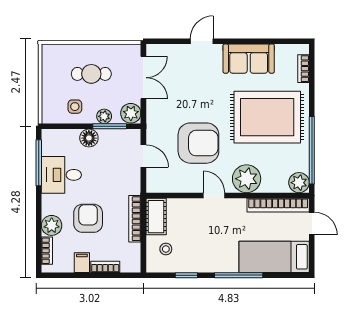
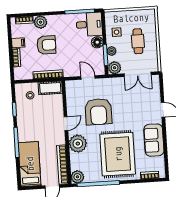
door: (143, 156) -> (88, 77), swing flipped
desk: (61, 175) -> (89, 24), moved, turned 90

